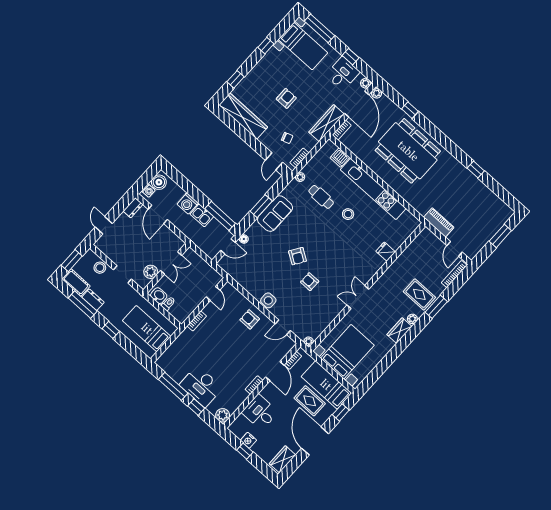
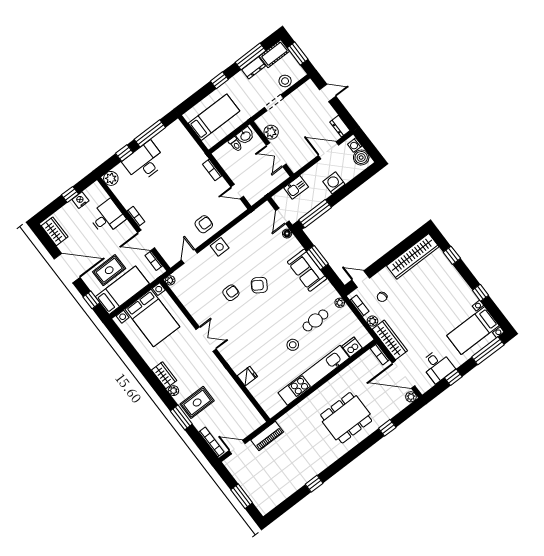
plant: (366, 83) -> (372, 321), moved
armchair: (286, 98) -> (423, 304), removed
dining table: (408, 151) -> (346, 418), width x0.73, depth x0.80
kitchen sink: (202, 215) -> (296, 187), moved, turned 180

